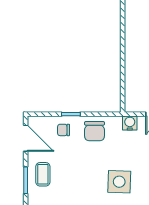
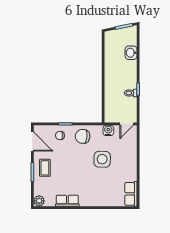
chair: (95, 131) -> (83, 136), turned 96
side table: (119, 182) -> (102, 159), moved

